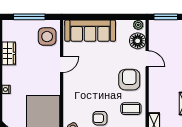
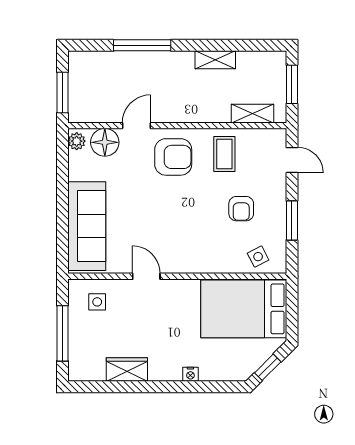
side table: (47, 37) -> (97, 302), width x0.54, depth x0.54
armchair: (129, 80) -> (173, 157), turned 180

